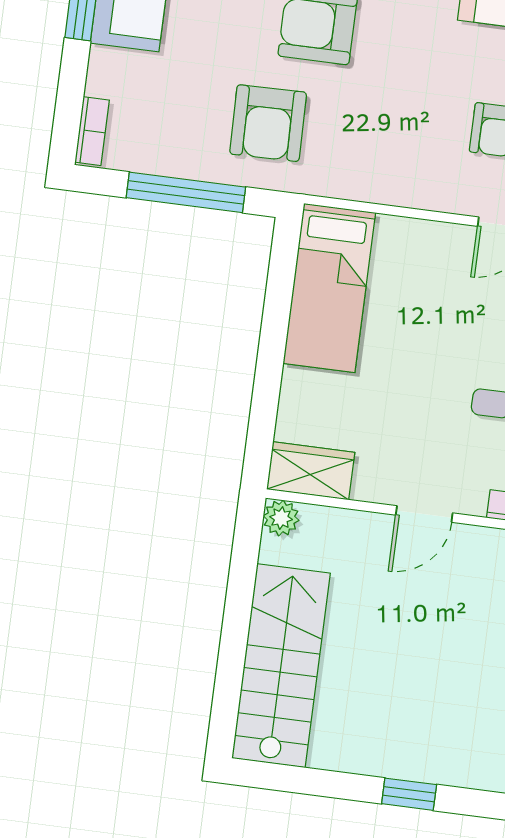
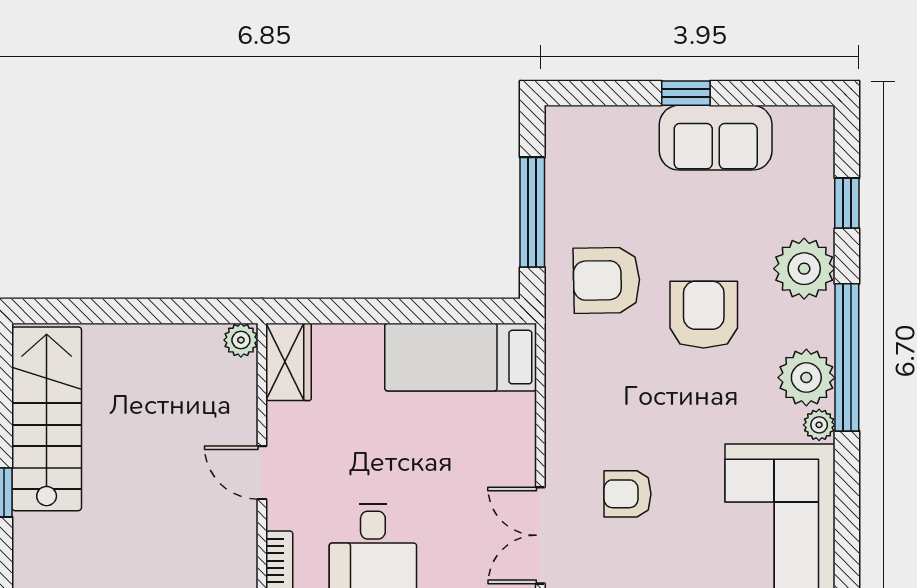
bookcase: (92, 131) -> (578, 118), removed
stairs: (281, 666) -> (47, 419), moved, turned -90

